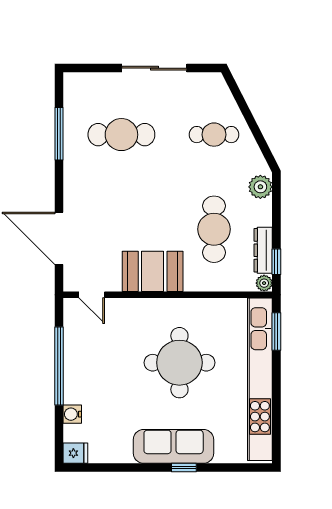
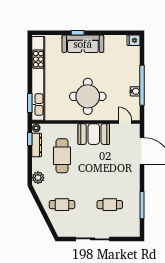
cafe table: (121, 135) -> (110, 205), width x0.73, depth x0.74
round table: (179, 363) -> (88, 96), moved
water cooler: (72, 414) -> (135, 91), moved

